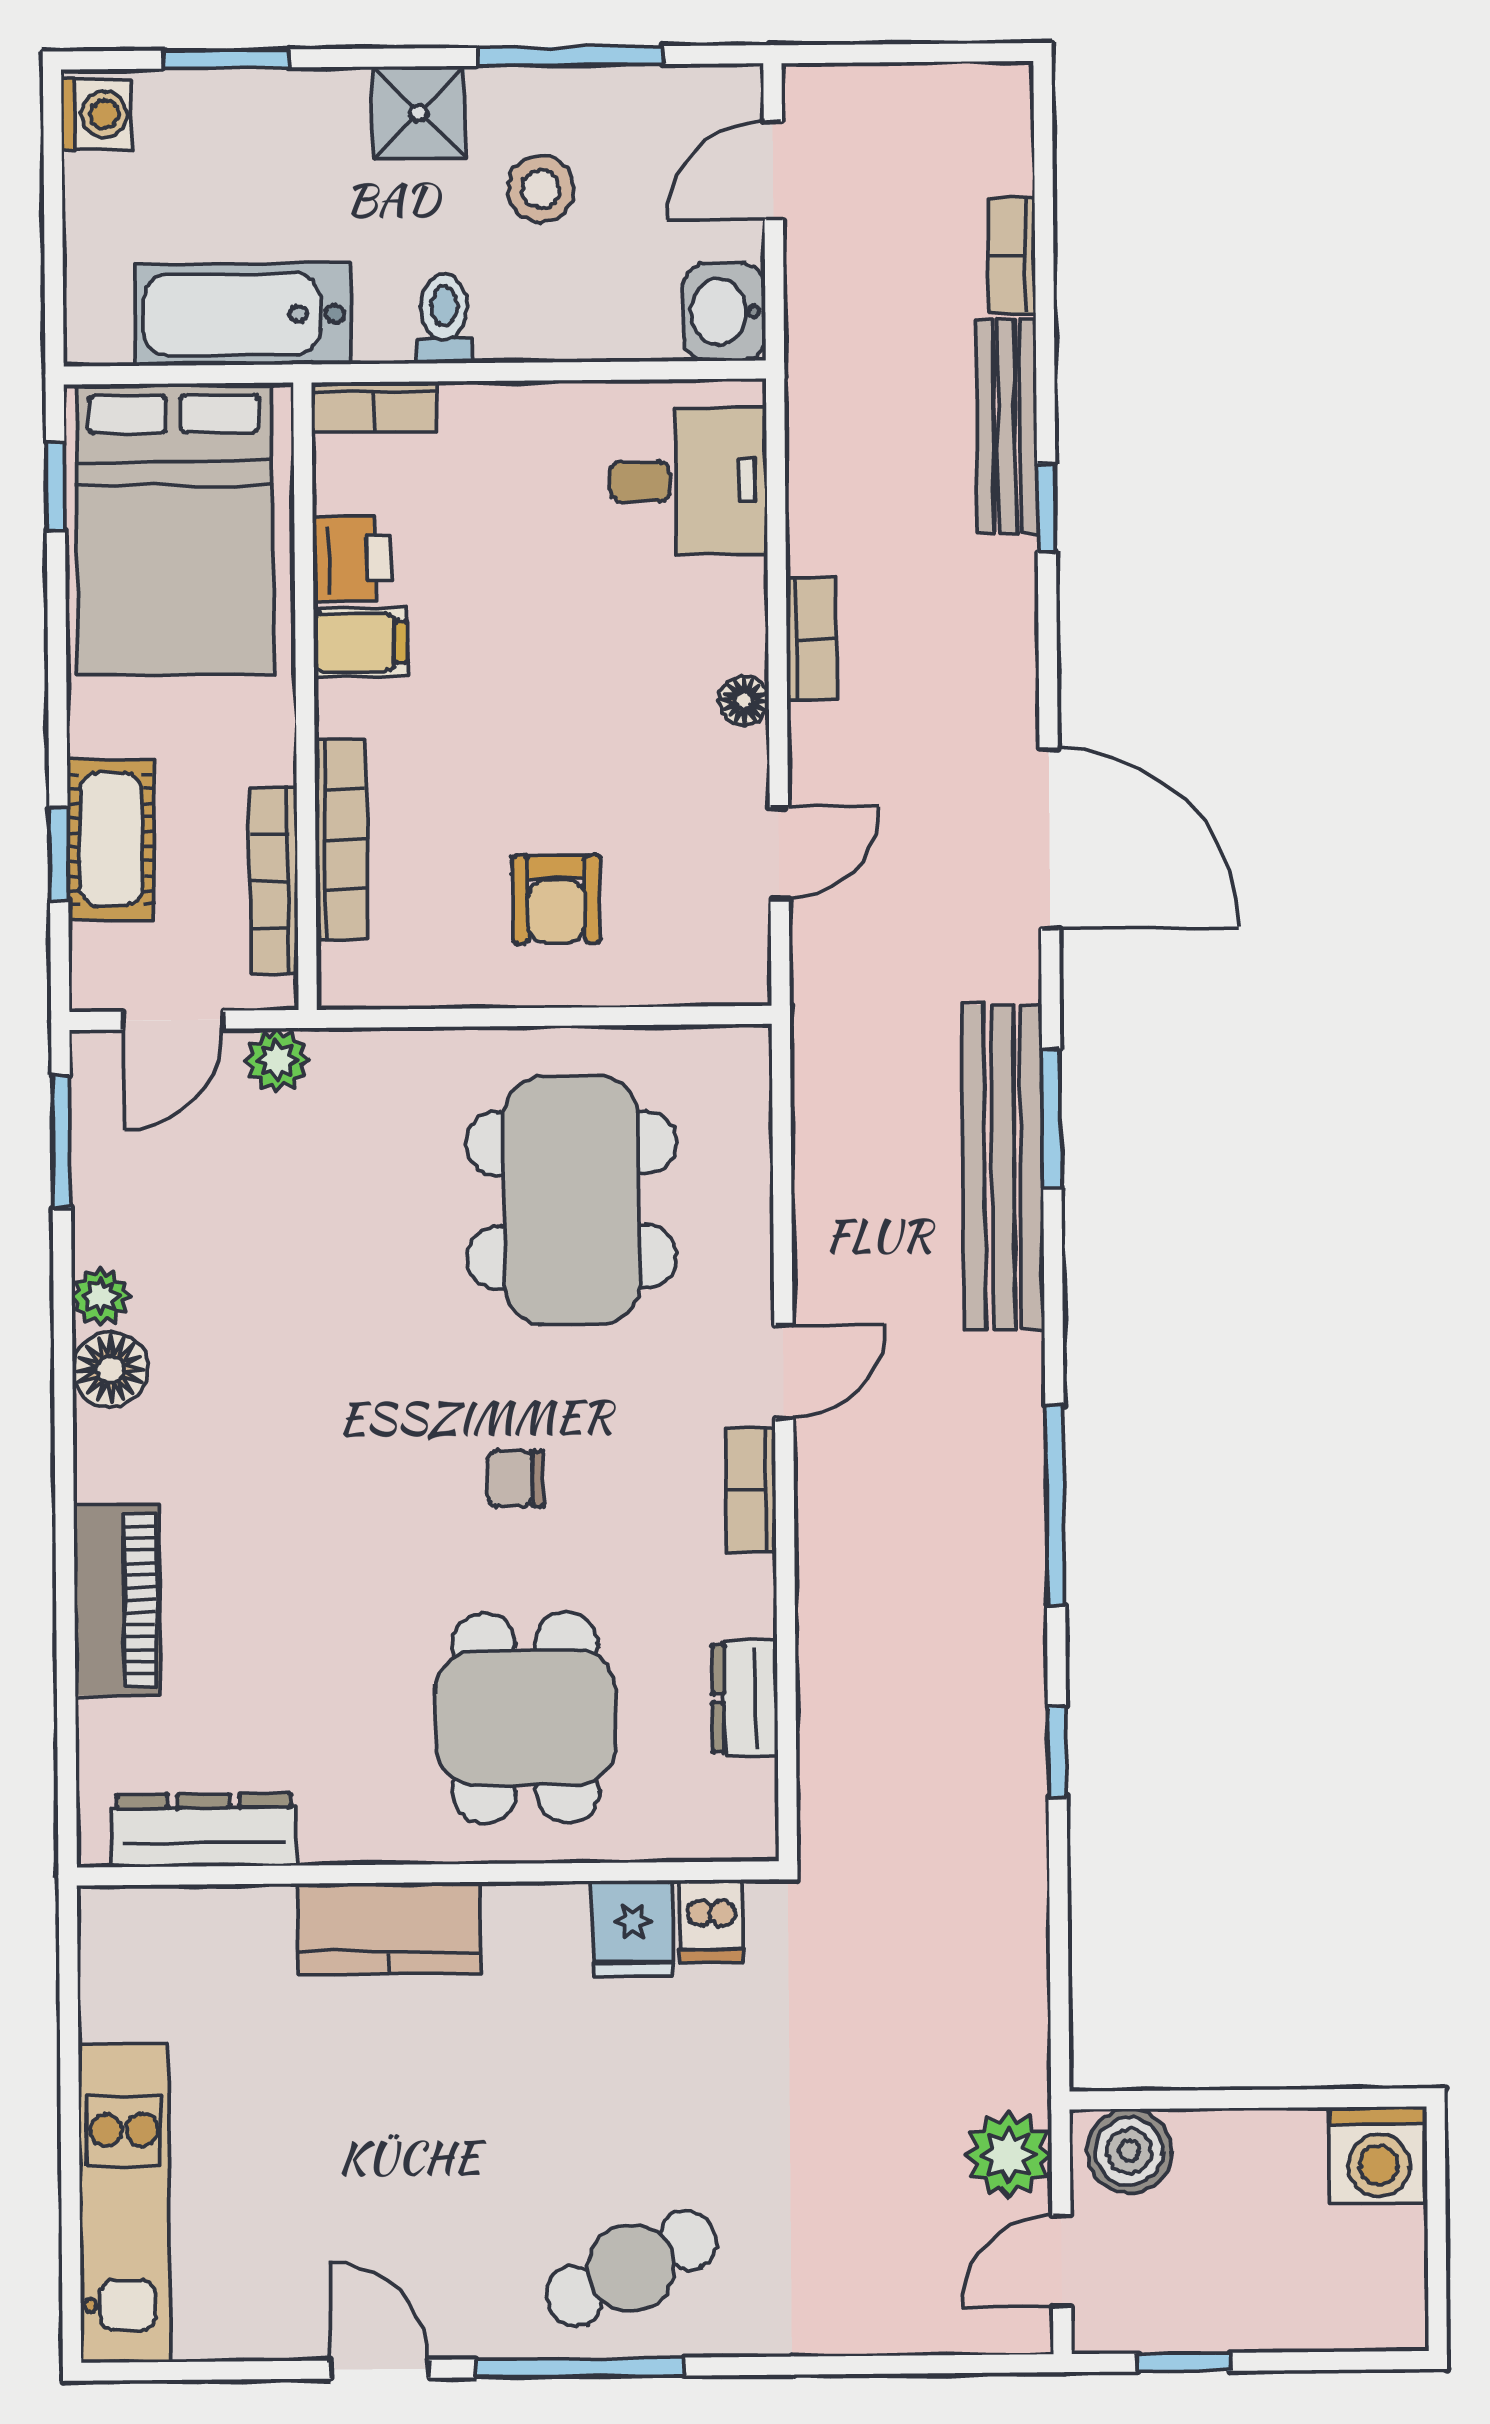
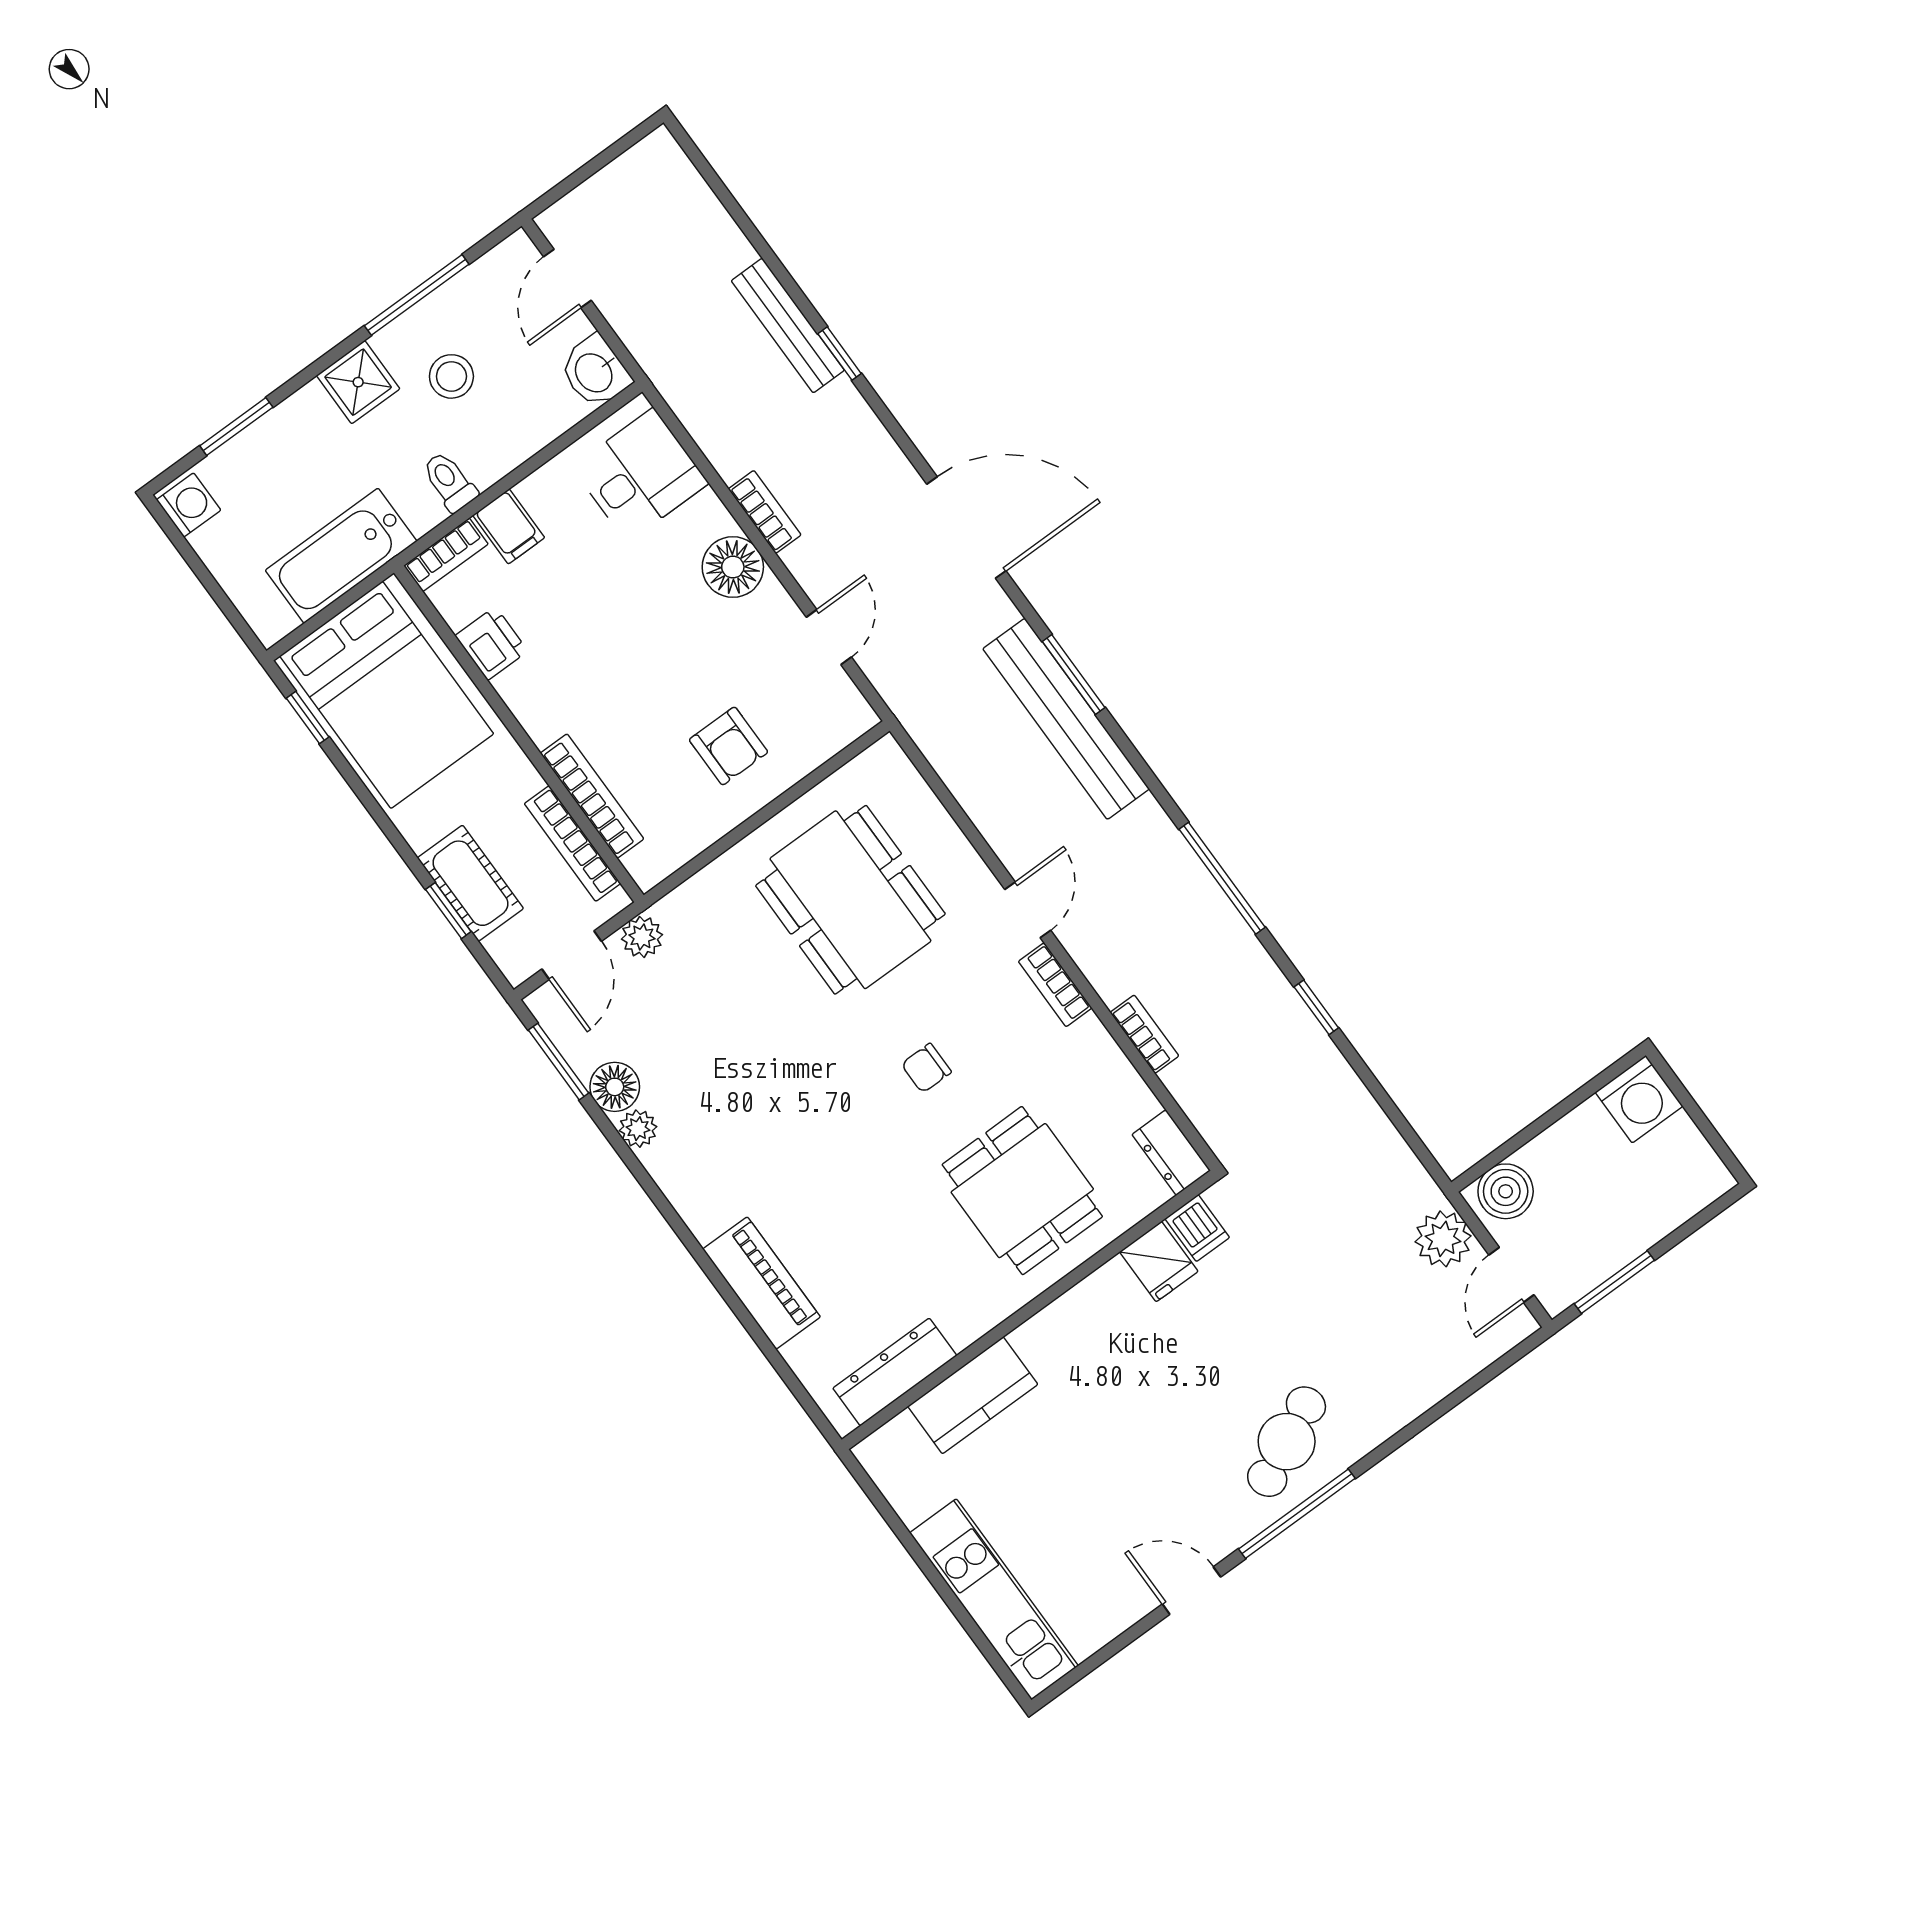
bookcase: (1012, 255) -> (1144, 1034), moved, turned 180
filing cabinet: (360, 642) -> (509, 526), moved, turned 90
floor lamp: (744, 701) -> (733, 567), width x1.89, depth x1.89
floor lamp: (110, 1369) -> (615, 1087), moved
dresser: (745, 1698) -> (1171, 1153), moved
kitchen counter: (389, 1928) -> (973, 1395), moved
window: (1184, 2362) -> (1614, 1282), width x1.50

